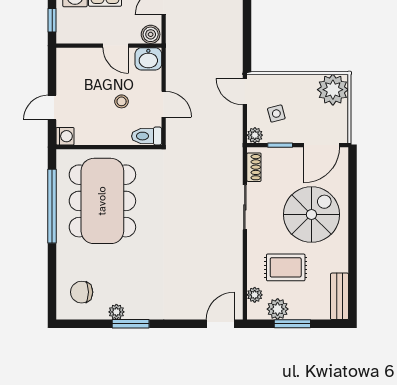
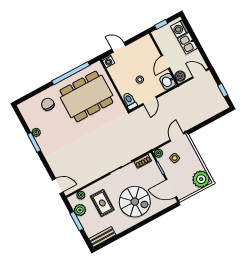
chair: (82, 292) -> (48, 104), moved

